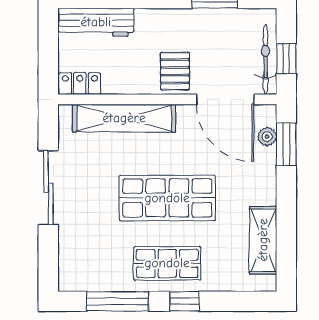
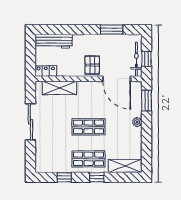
shelving: (124, 118) -> (59, 88), width x0.68
plant: (267, 137) -> (137, 122), moved
shop shelf: (167, 198) -> (88, 127), width x0.70, depth x0.74
shelving: (263, 240) -> (125, 166), moved, turned 90
window: (118, 301) -> (64, 177), width x0.46

